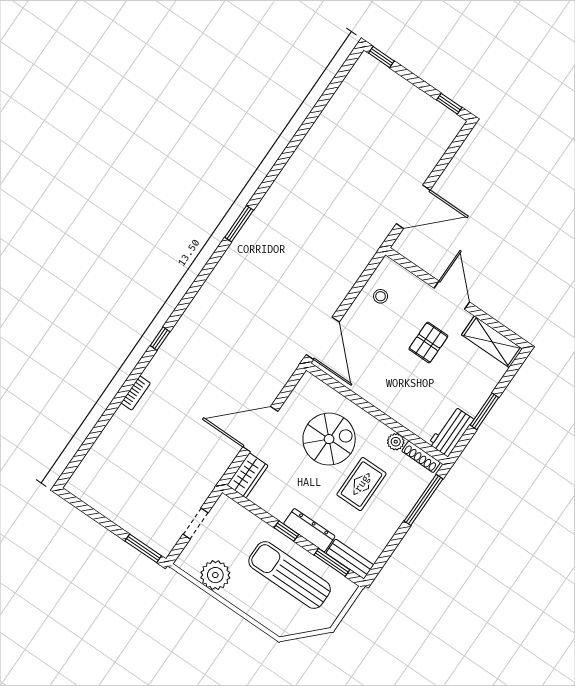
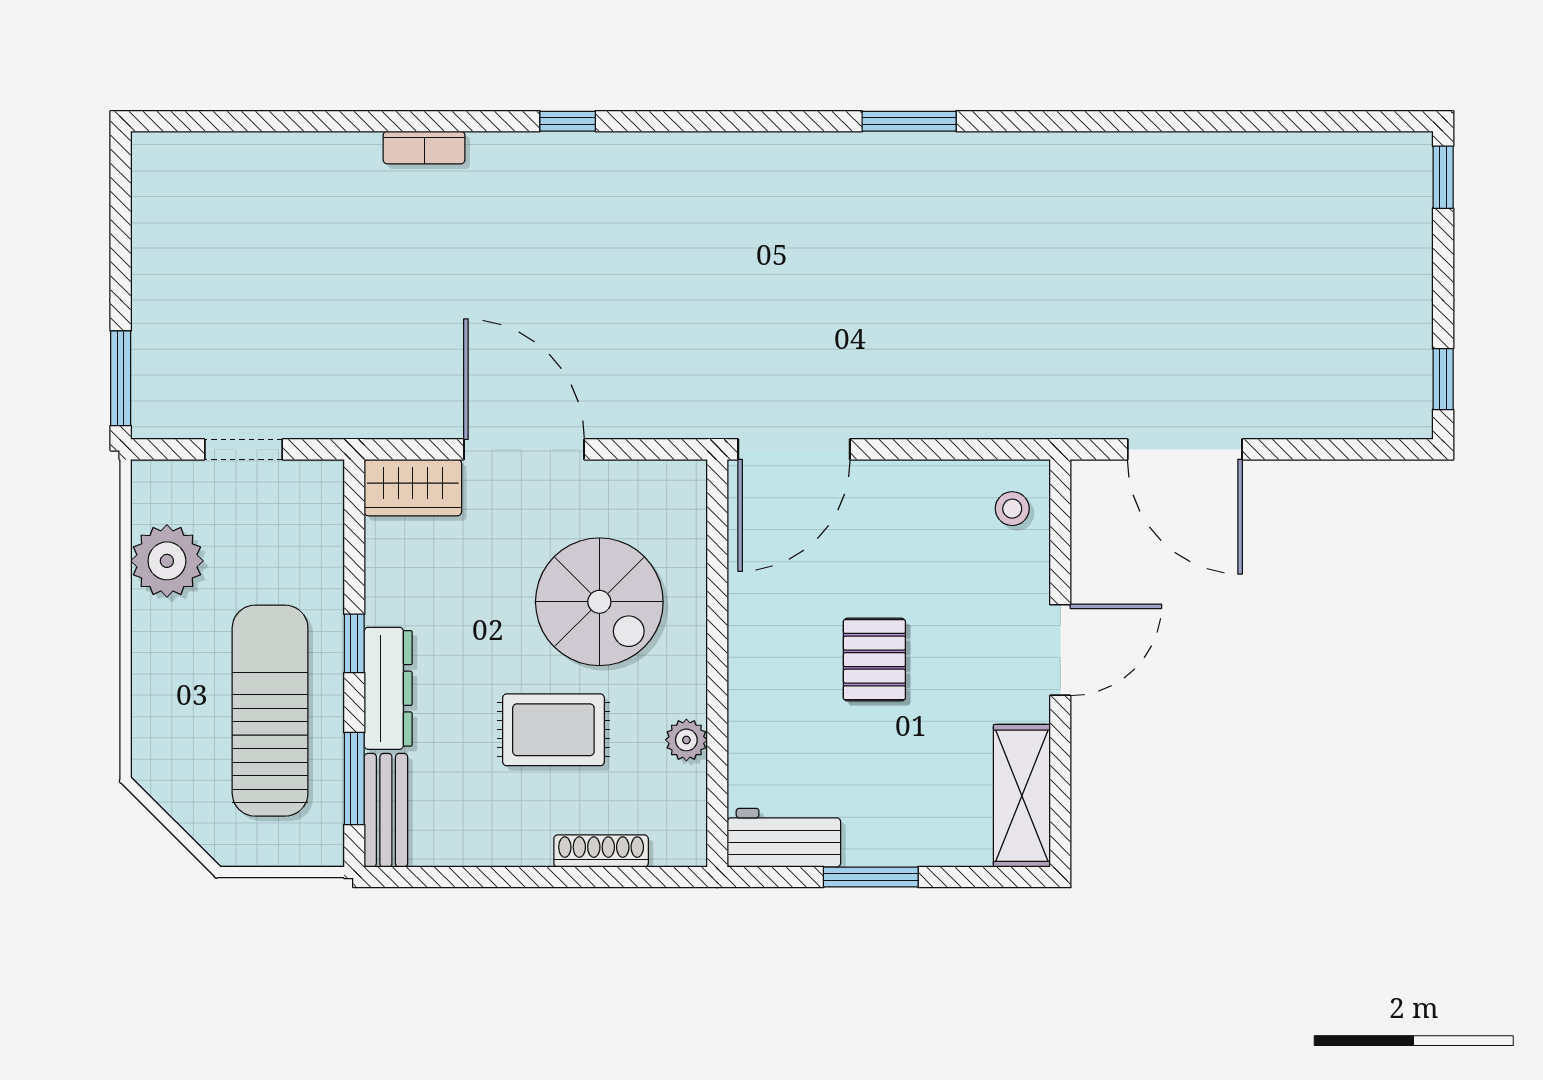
stool: (381, 296) -> (1012, 509), moved
pallet: (428, 342) -> (874, 660), moved, turned 90
shoe rack: (421, 457) -> (601, 851), moved, turned 90
window: (423, 500) -> (607, 877), removed

